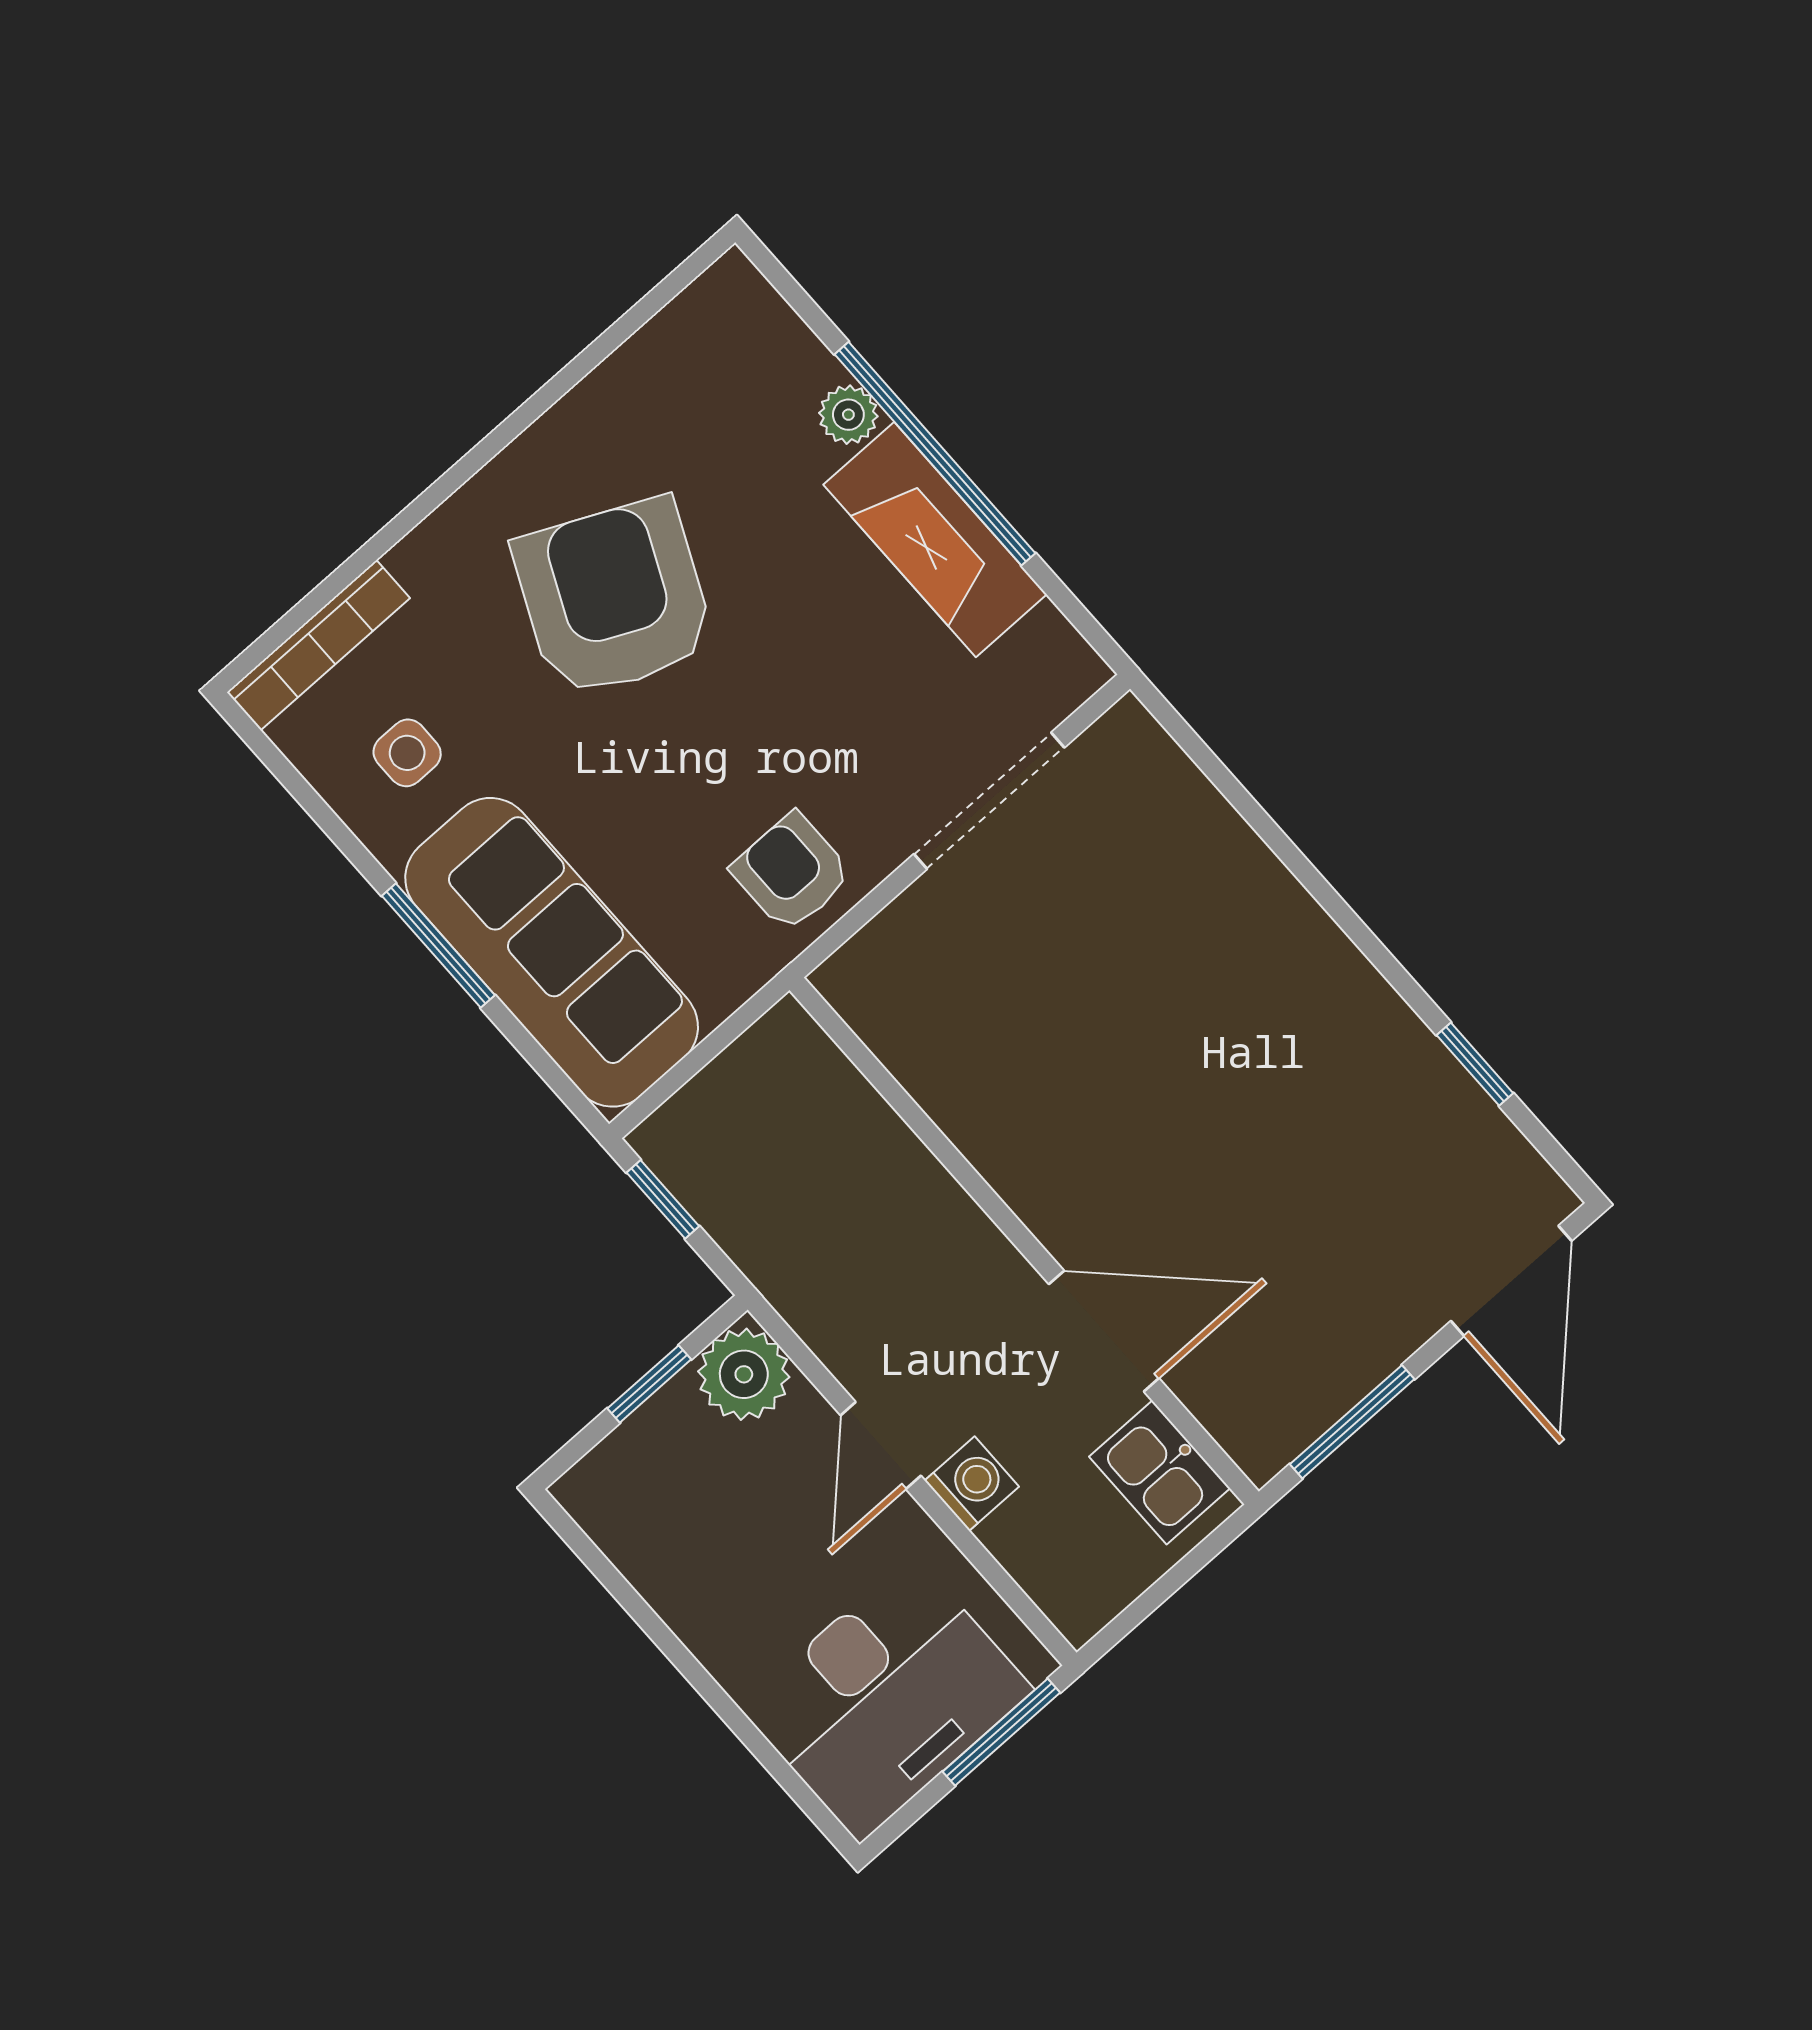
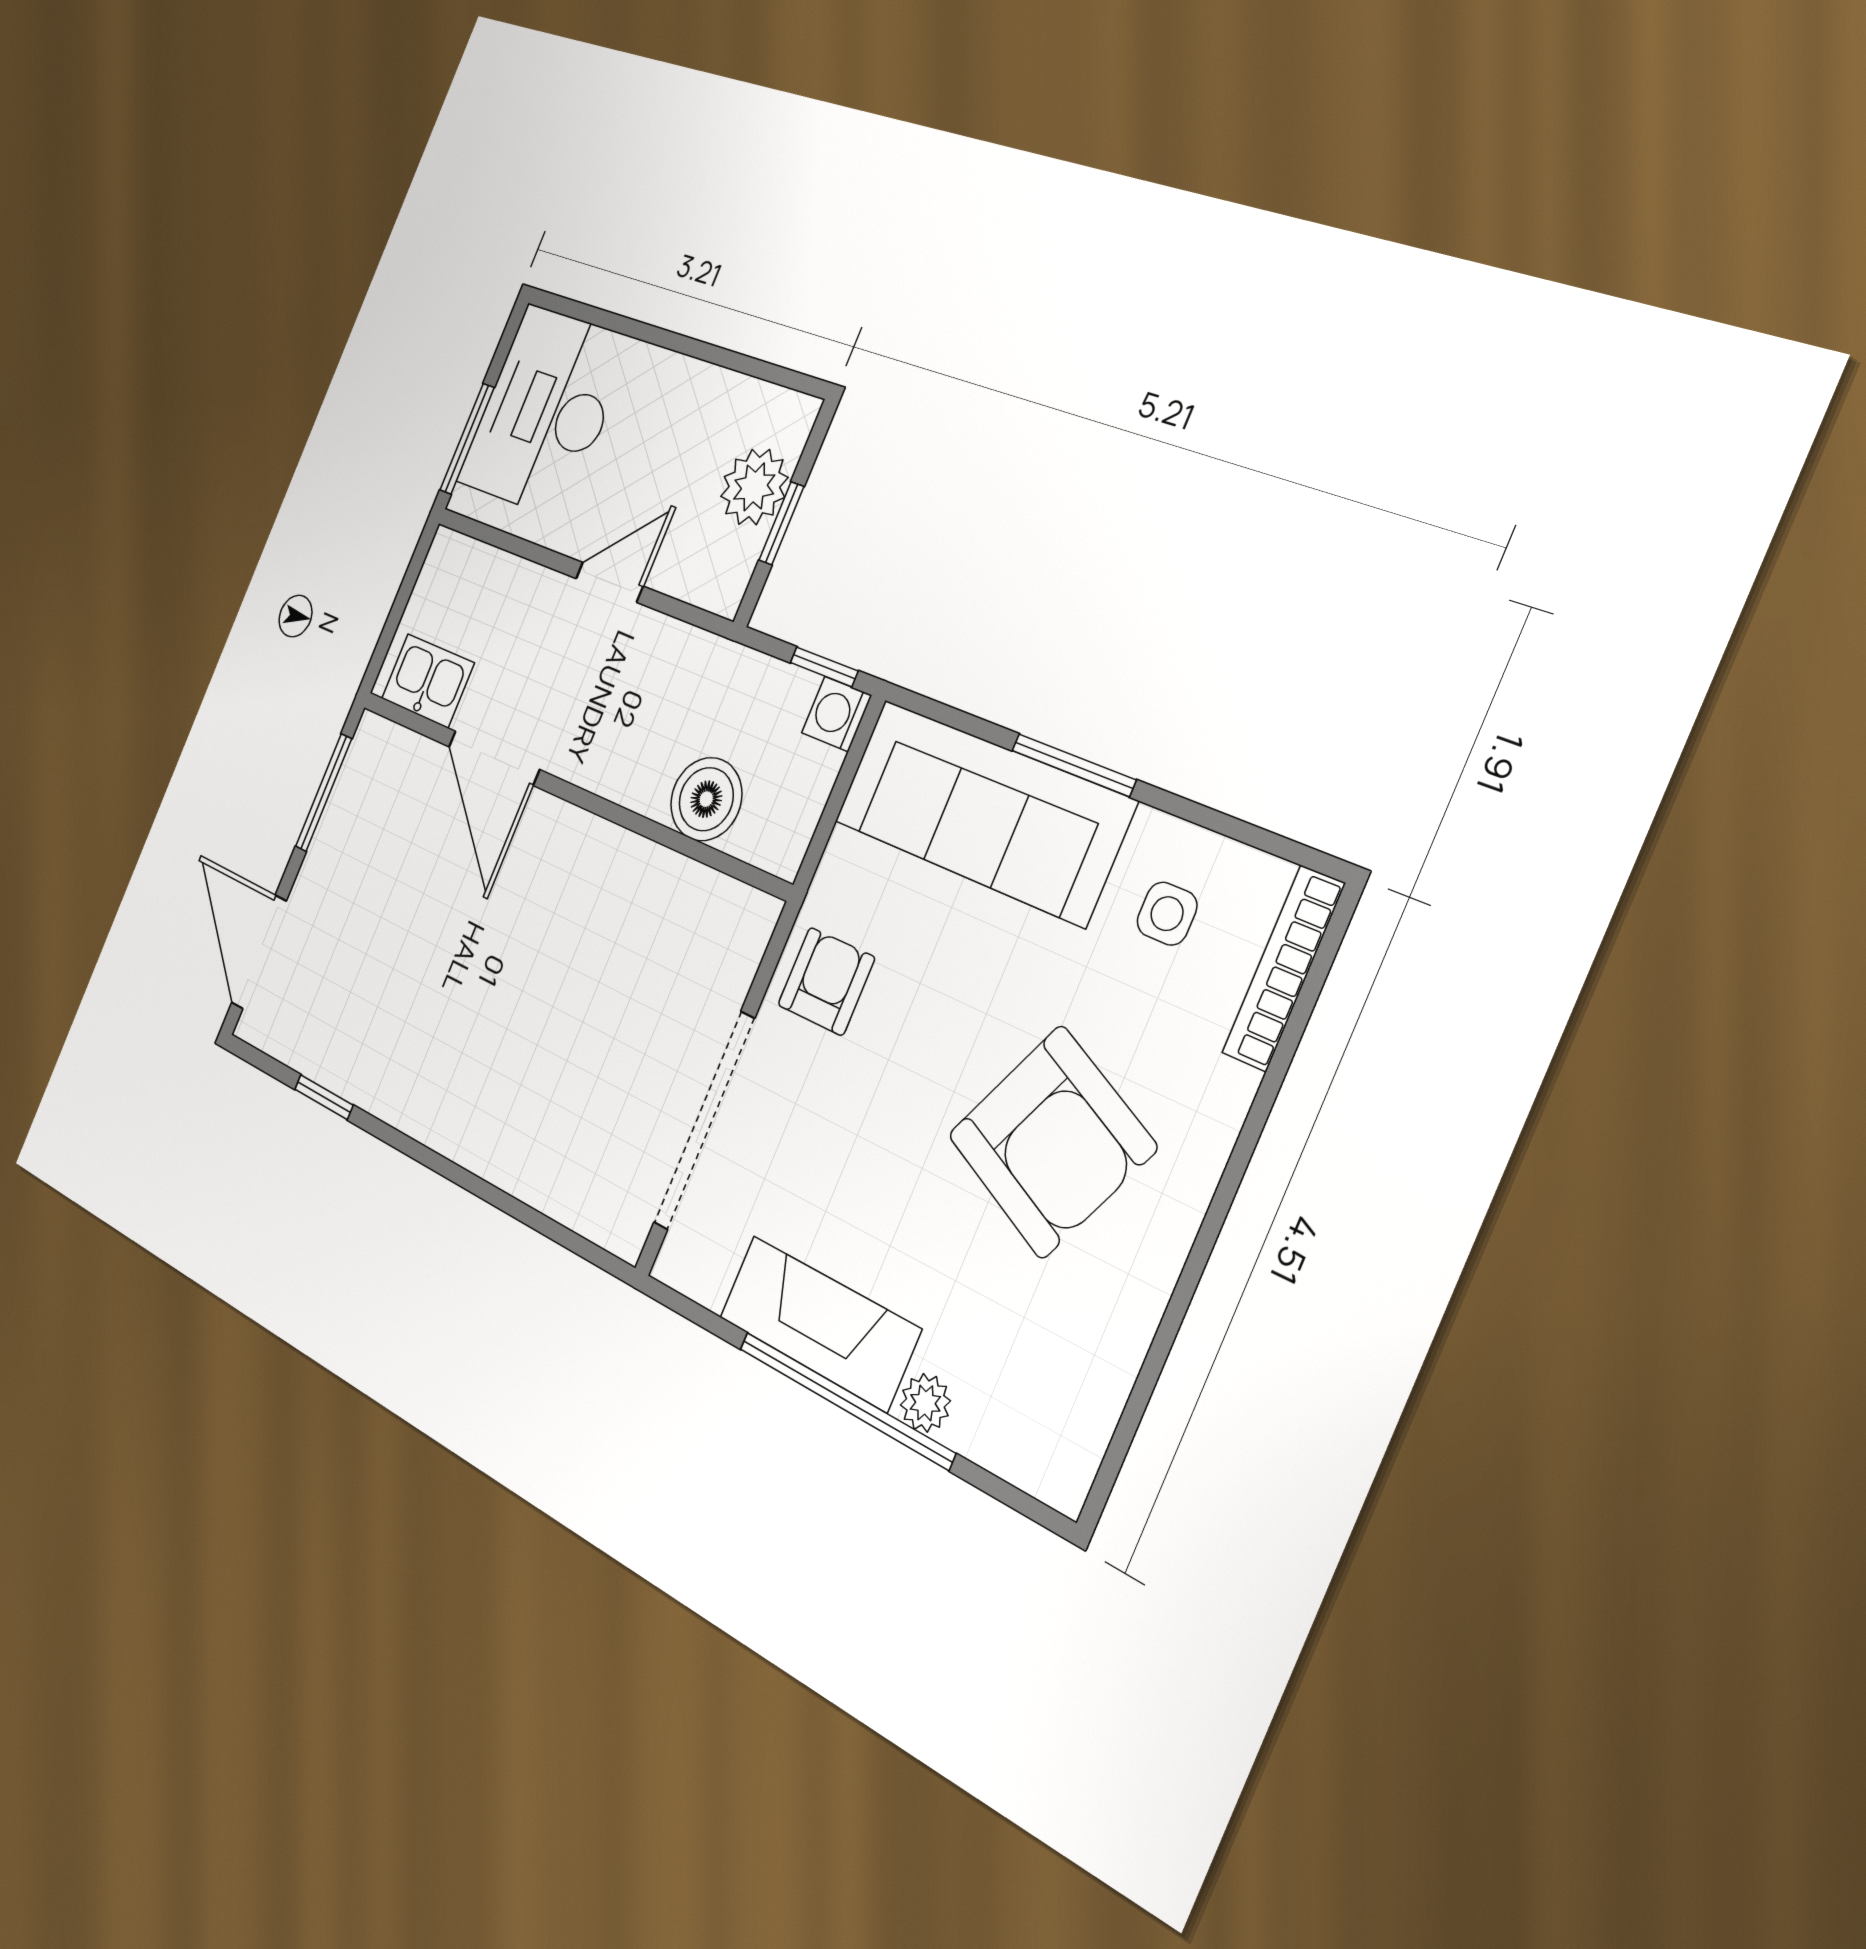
doorway: (989, 801) -> (704, 1121), width x1.36
armchair: (792, 872) -> (826, 981), turned -90
boiler: (855, 1136) -> (706, 799), added
door: (1104, 1331) -> (494, 758), hinge flipped
plant: (744, 1374) -> (754, 487), moved
door: (881, 1446) -> (609, 582), hinge flipped
washing machine: (972, 1484) -> (837, 714), moved, turned 90

